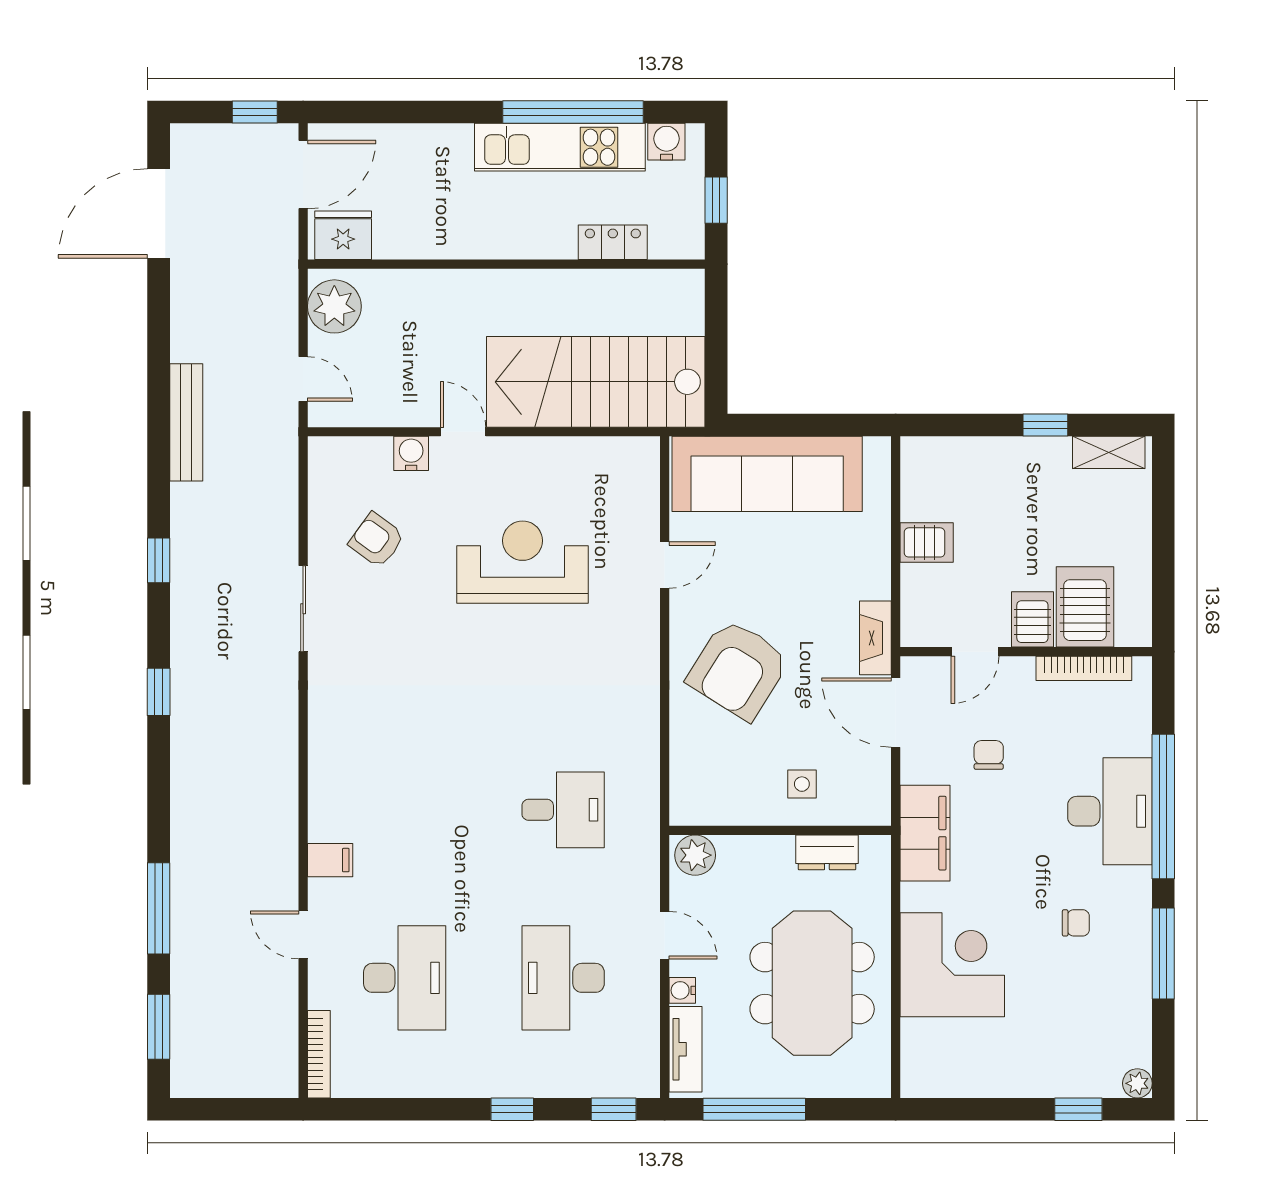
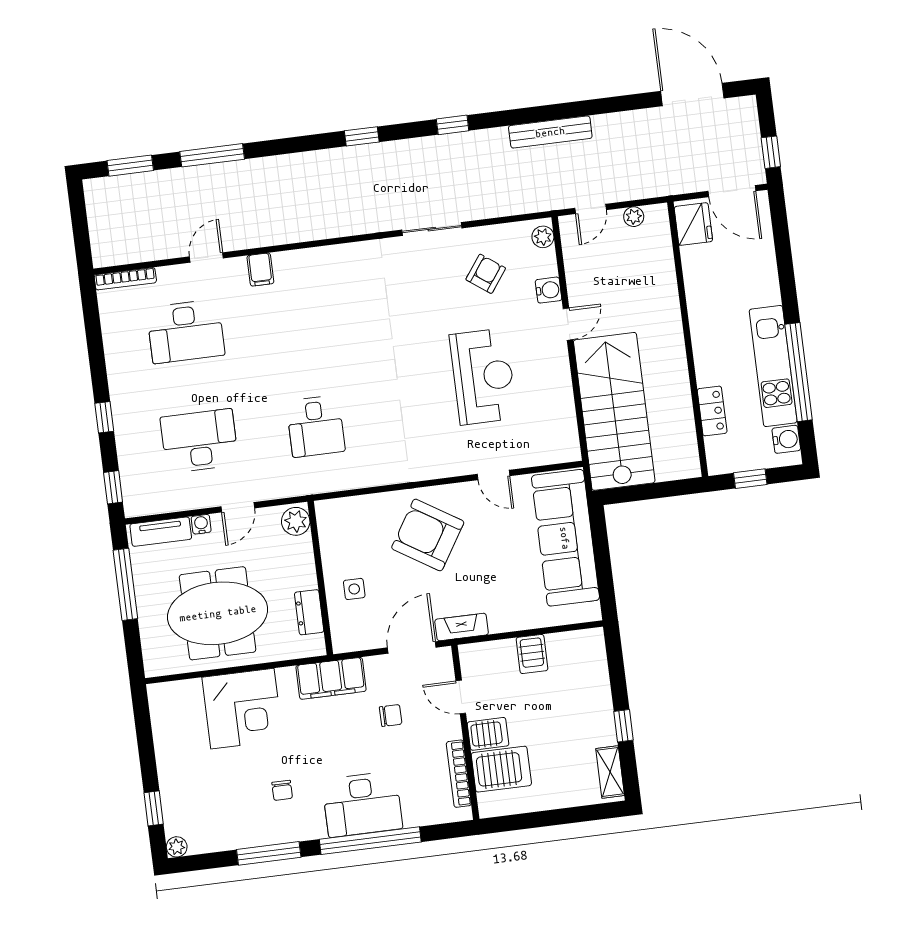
plant: (334, 306) -> (634, 217), width x0.53, depth x0.53
plant: (334, 452) -> (543, 237), added

